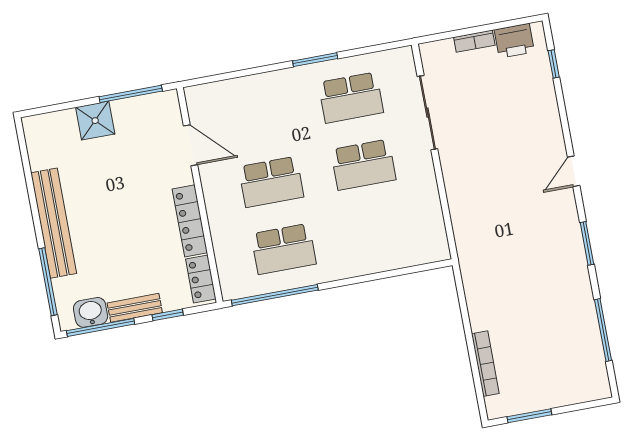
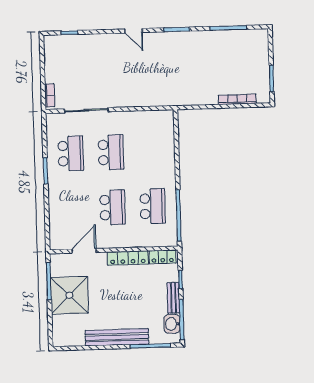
bookcase: (474, 41) -> (50, 95), moved
printer: (514, 41) -> (52, 53), removed
shower: (95, 121) -> (69, 295), width x1.86, depth x1.86

